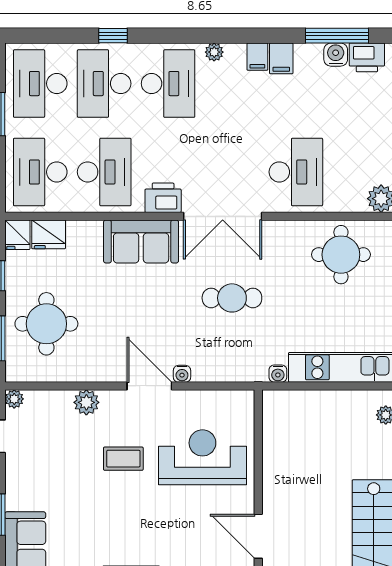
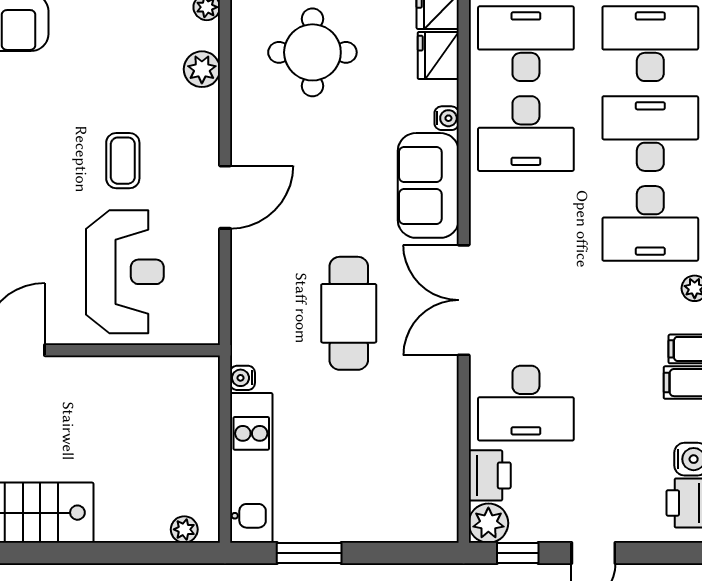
printer: (163, 198) -> (490, 475), moved
round table: (341, 255) -> (410, 467), removed
cafe table: (232, 298) -> (349, 313), width x1.37, depth x1.35
water cooler: (182, 374) -> (447, 118), moved, turned 180
plant: (86, 402) -> (202, 69), moved

